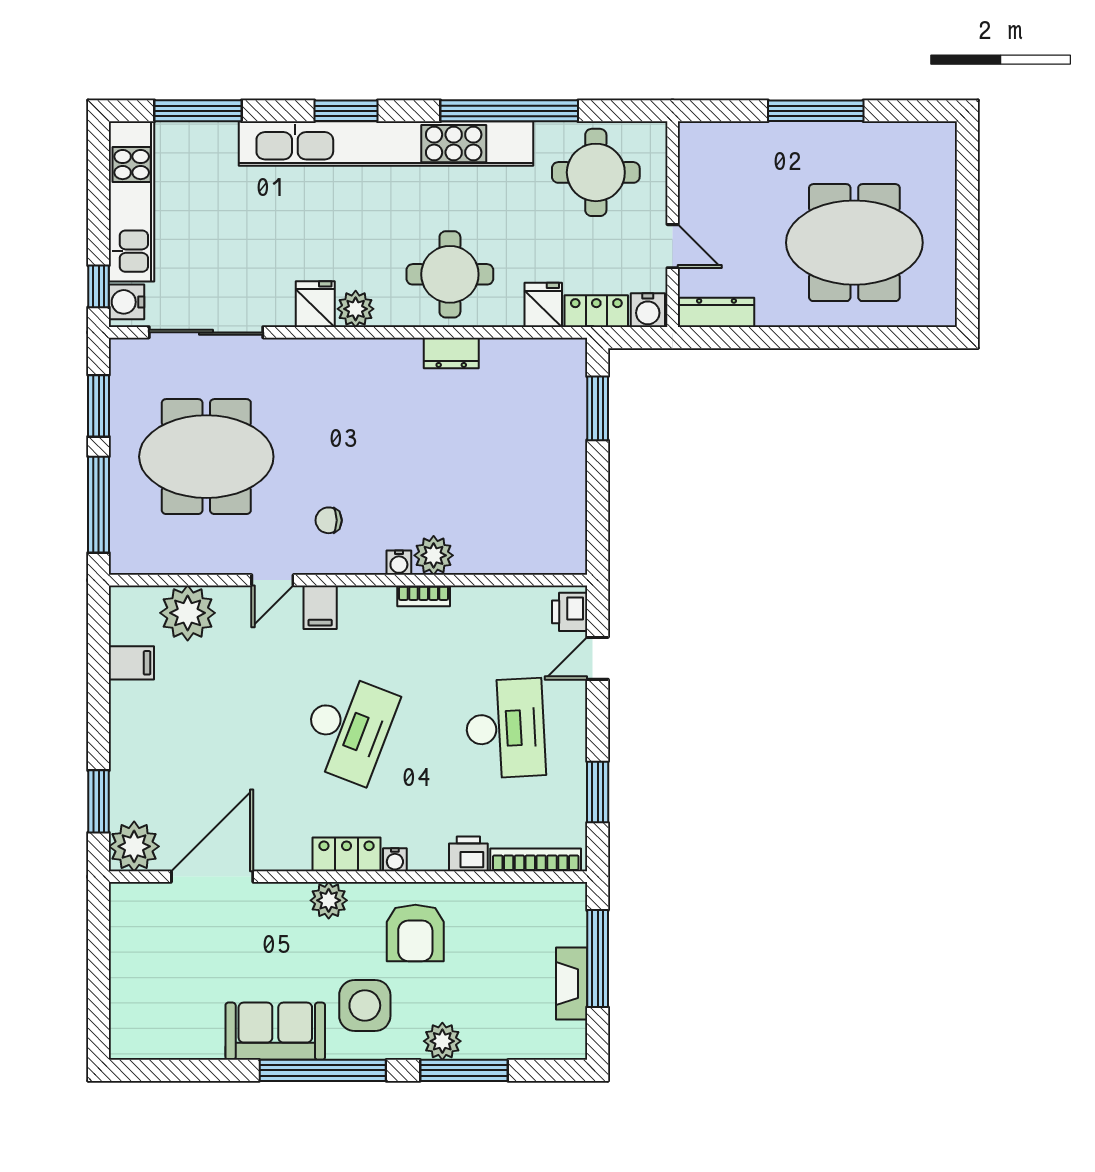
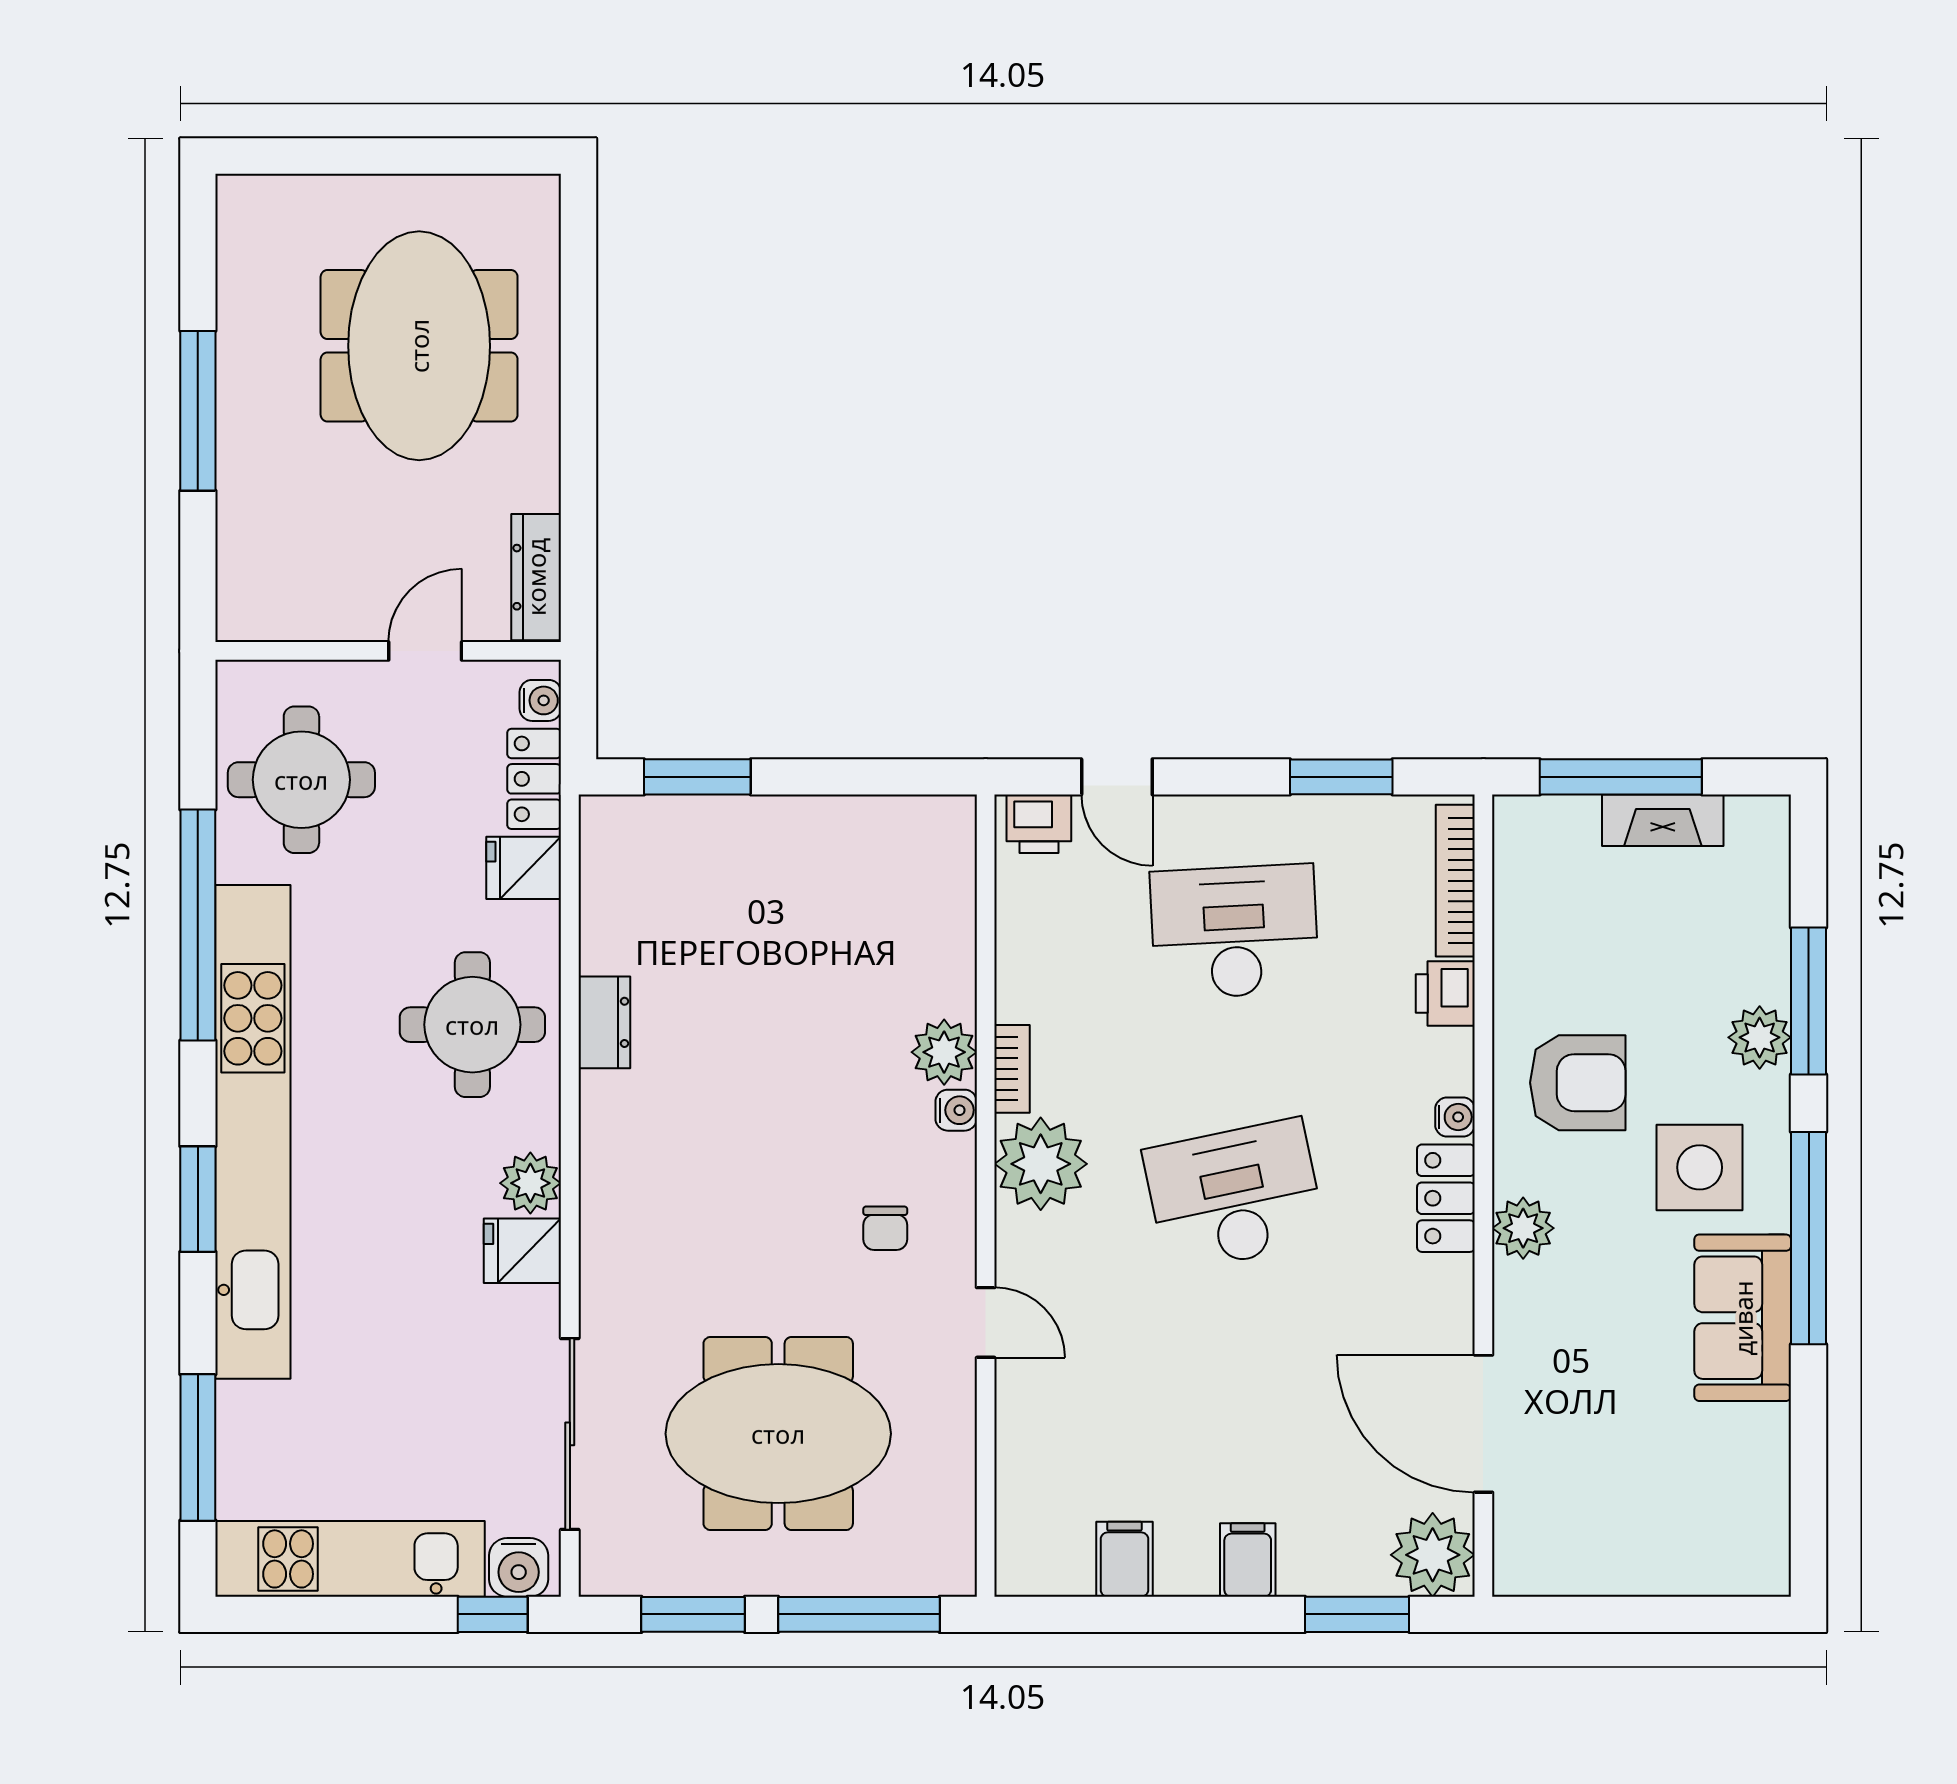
water cooler: (648, 310) -> (540, 700), width x0.72, depth x0.72
meeting table: (206, 457) -> (778, 1434), turned 90
filing cabinet: (320, 607) -> (1248, 1560), moved, turned -90
plant: (188, 613) -> (1041, 1164), moved
desk: (348, 728) -> (1235, 1196), turned -33

